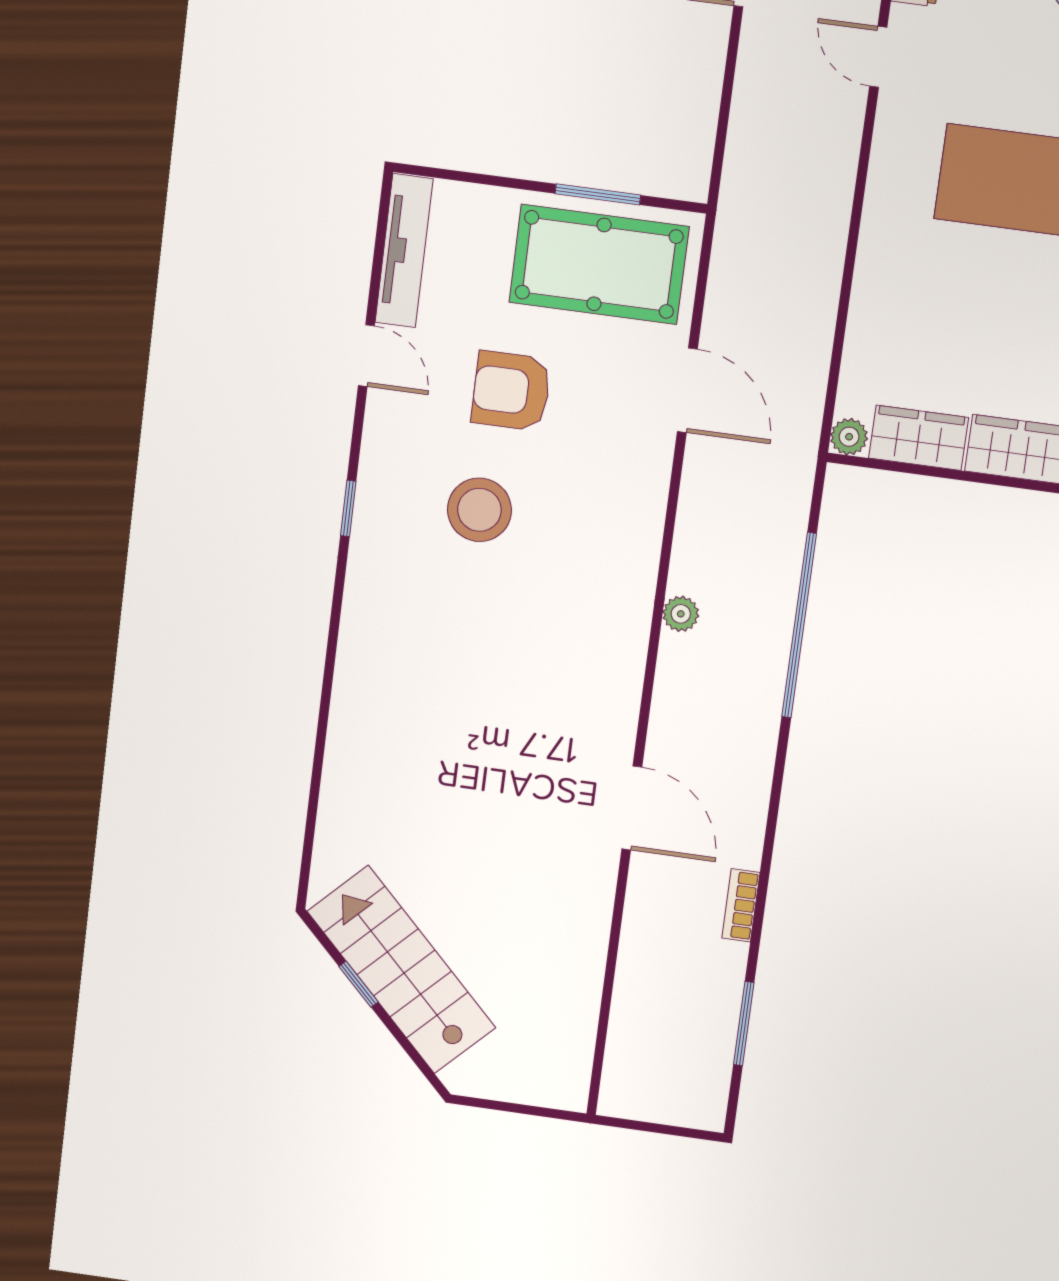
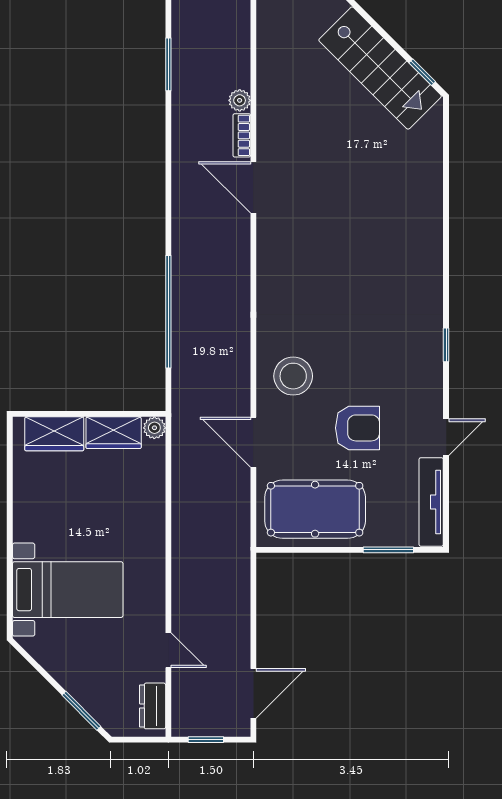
window: (598, 194) -> (388, 550), moved
door: (366, 356) -> (446, 437), swing flipped
stool: (479, 510) -> (293, 376), moved
plant: (681, 614) -> (240, 100), moved
bookcase: (741, 905) -> (242, 135), moved, turned 180
window: (359, 984) -> (422, 72), moved

